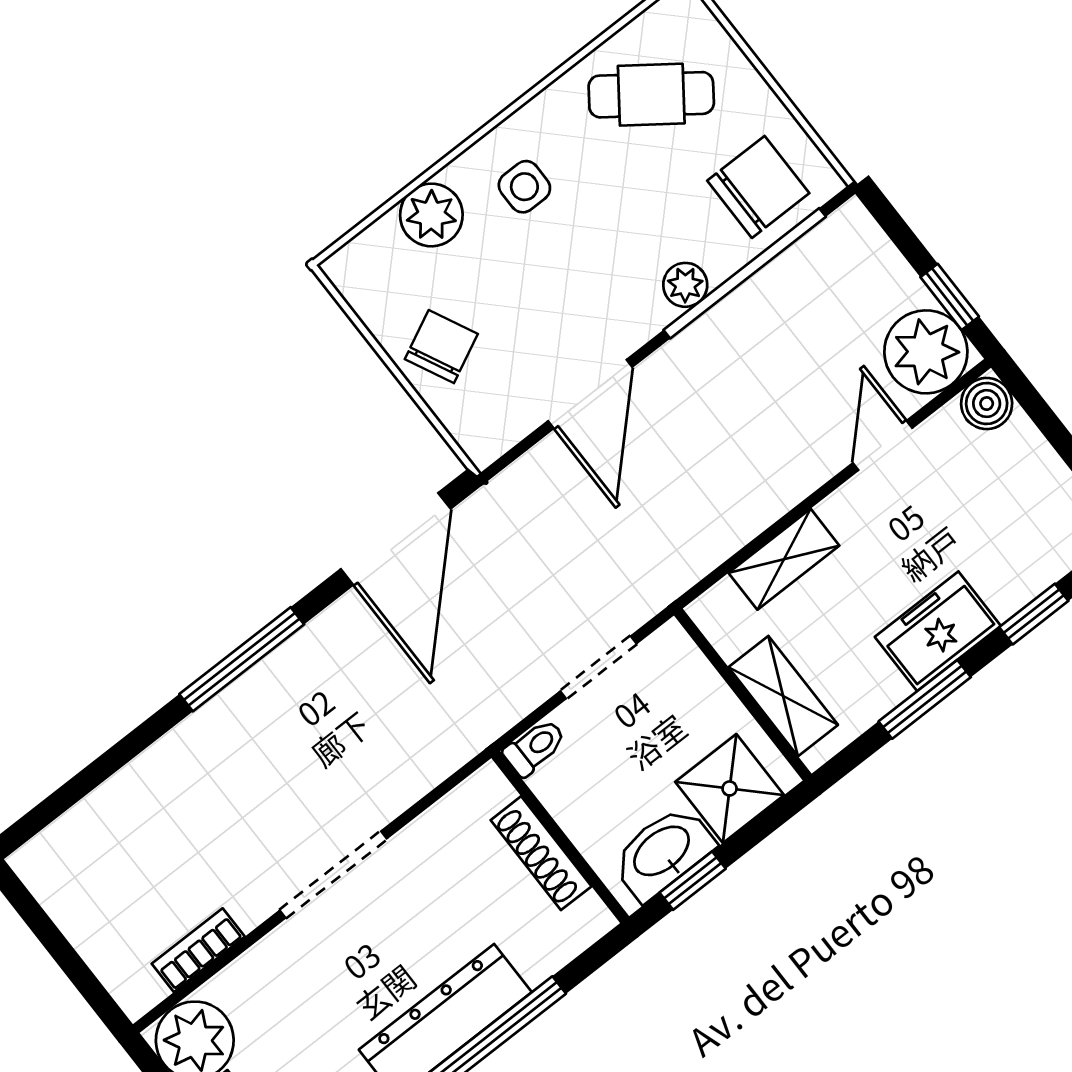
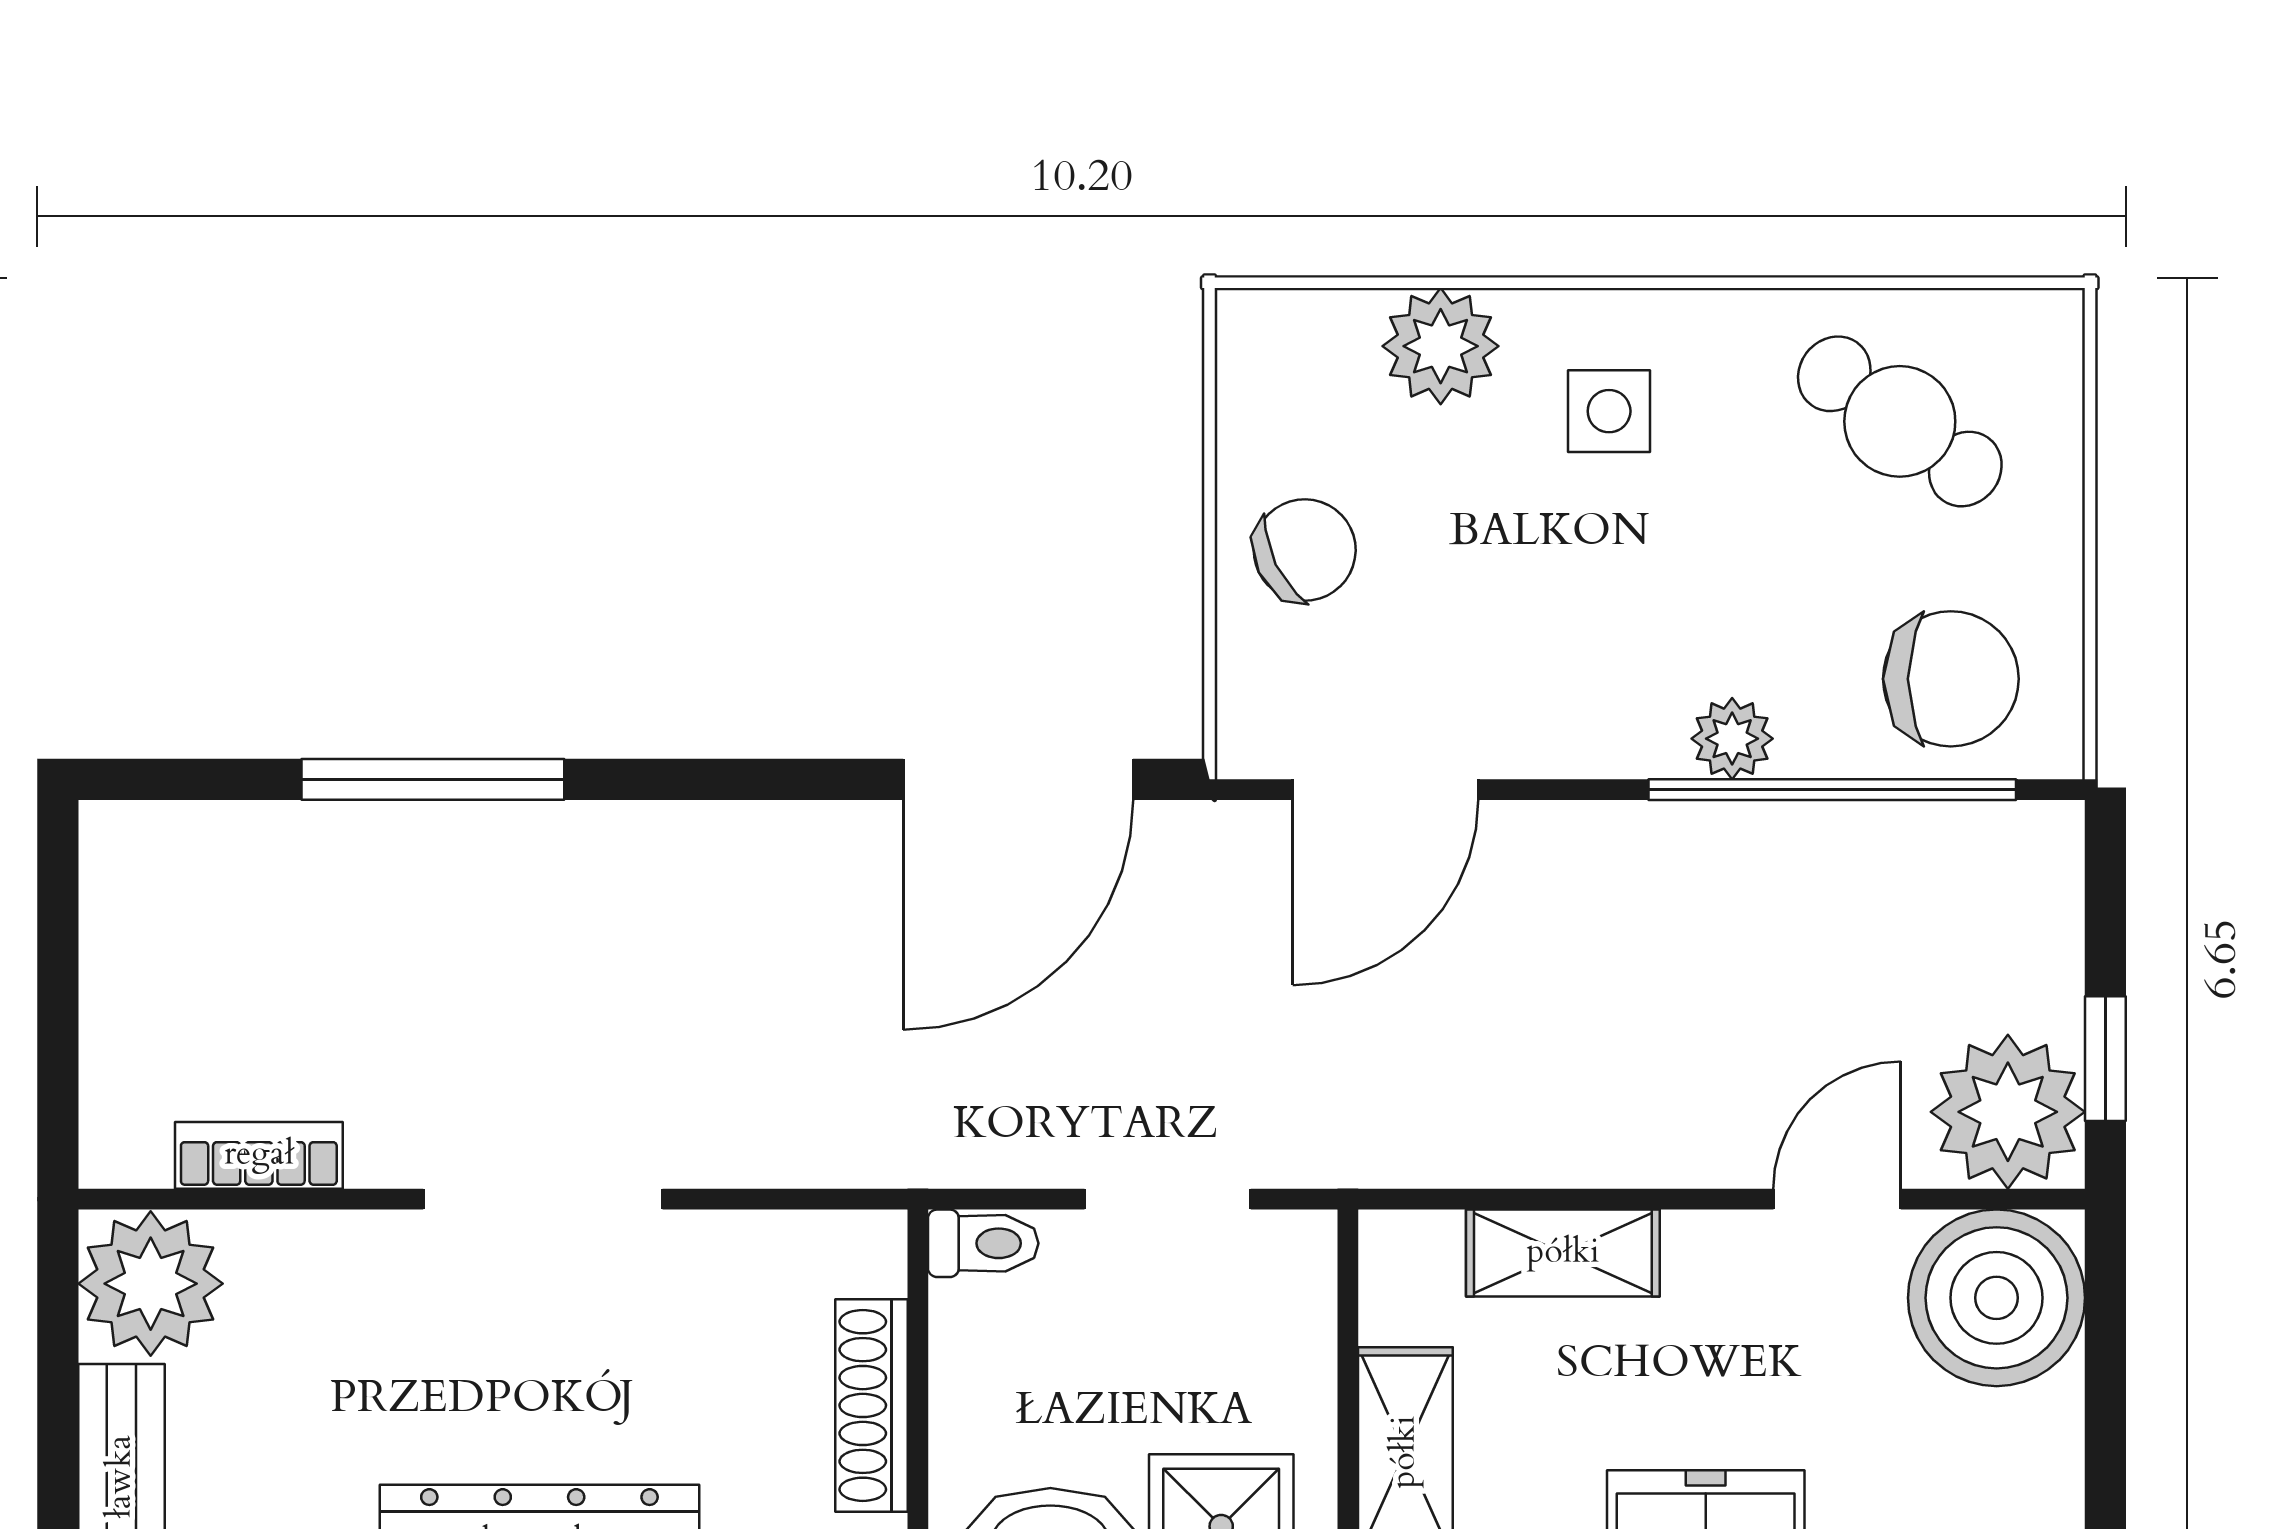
door: (590, 394) -> (1385, 790), moved
boiler: (987, 404) -> (1997, 1298), width x1.86, depth x1.86
window: (242, 659) -> (433, 779), moved

